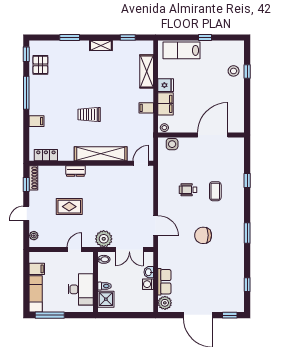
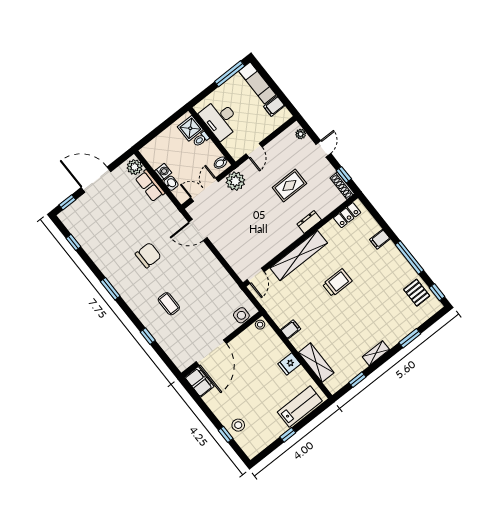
filing cabinet: (165, 104) -> (199, 382), moved, turned 180
wheelchair: (188, 190) -> (194, 286), removed

